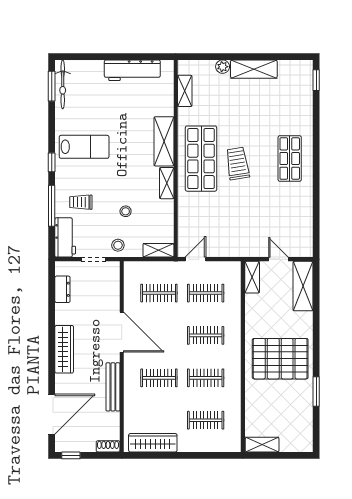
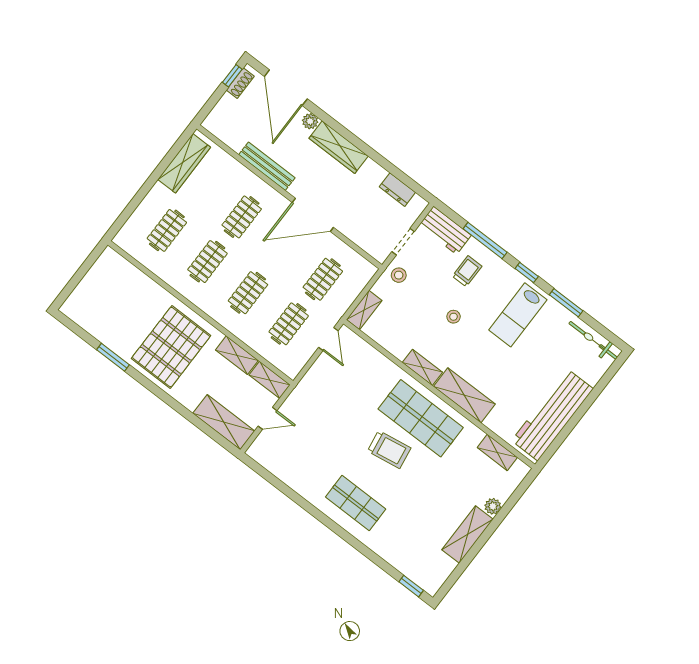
workbench: (132, 70) -> (552, 415), width x1.36, depth x1.32
window: (52, 86) -> (566, 303), moved
stool: (126, 211) -> (454, 317), moved
plant: (62, 381) -> (310, 121), added
shelving: (262, 445) -> (237, 355), moved, turned 90
shoe rack: (108, 446) -> (240, 83), moved

